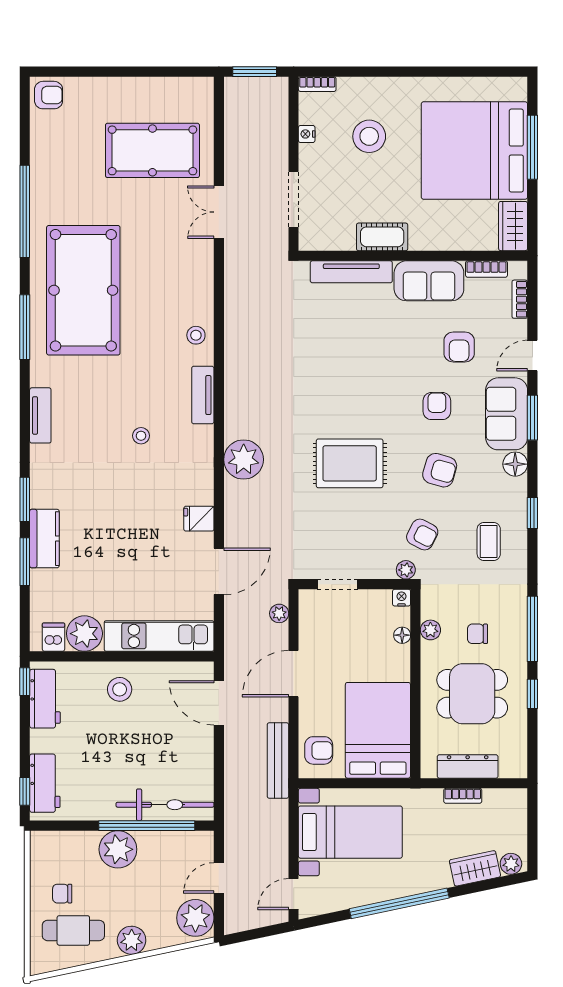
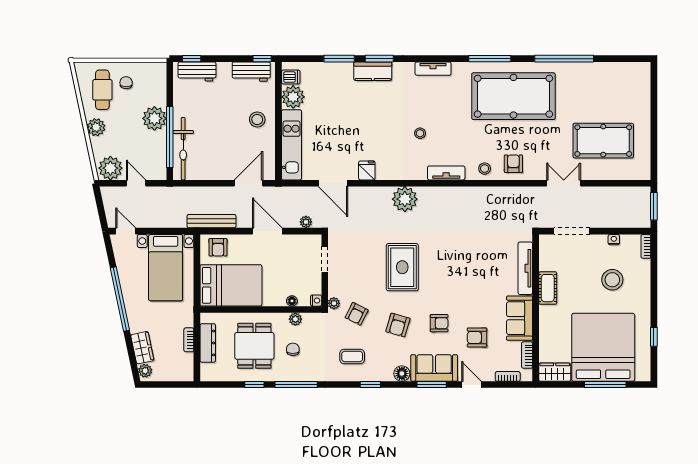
window: (458, 72) -> (654, 337), added
armchair: (49, 95) -> (513, 164), moved, turned 180
pool table: (152, 150) -> (603, 141), turned 90
kitchen counter: (44, 539) -> (373, 71), moved

